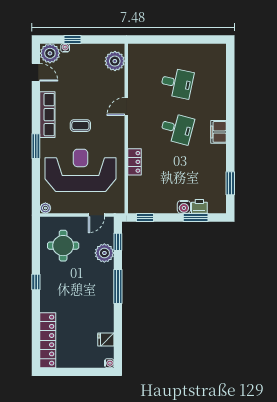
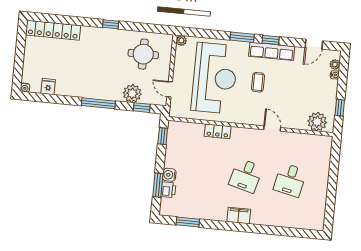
window: (72, 39) -> (340, 108), moved
plant: (50, 53) -> (335, 64), width x0.53, depth x0.53
window: (36, 117) -> (271, 40), added

